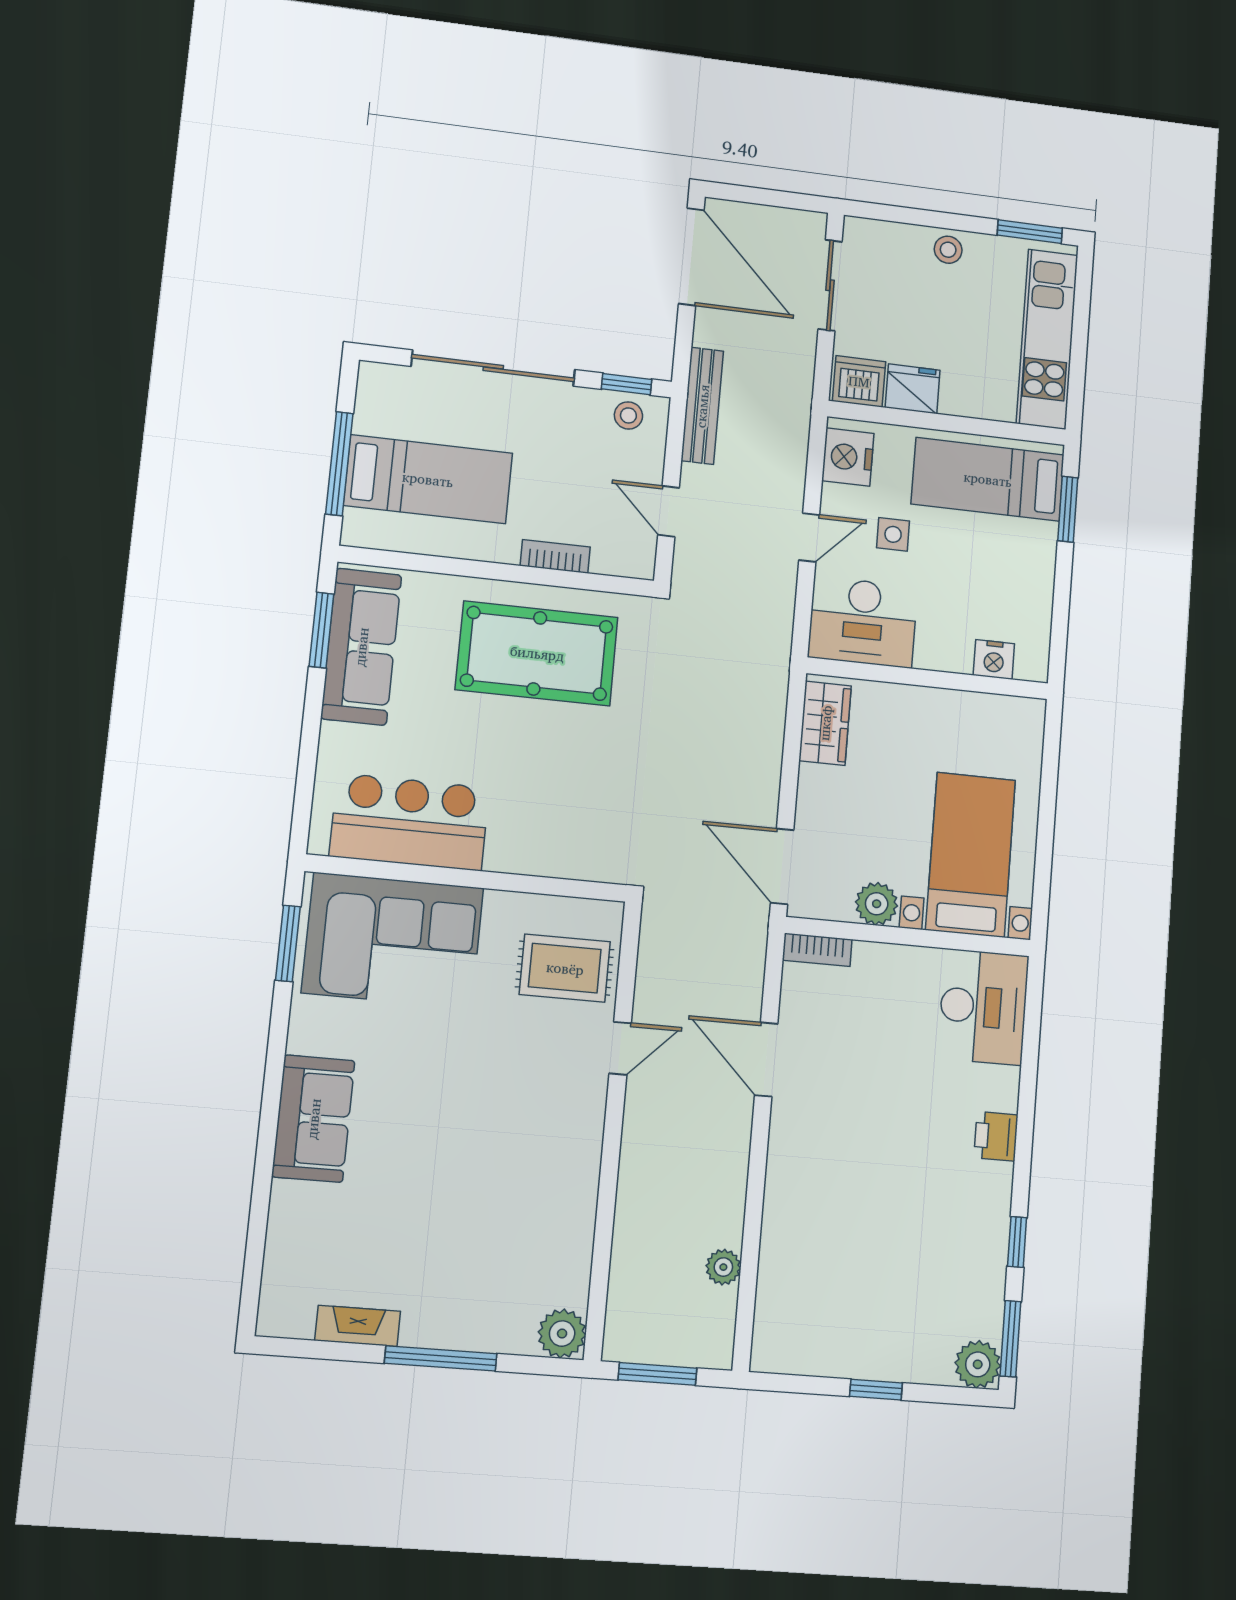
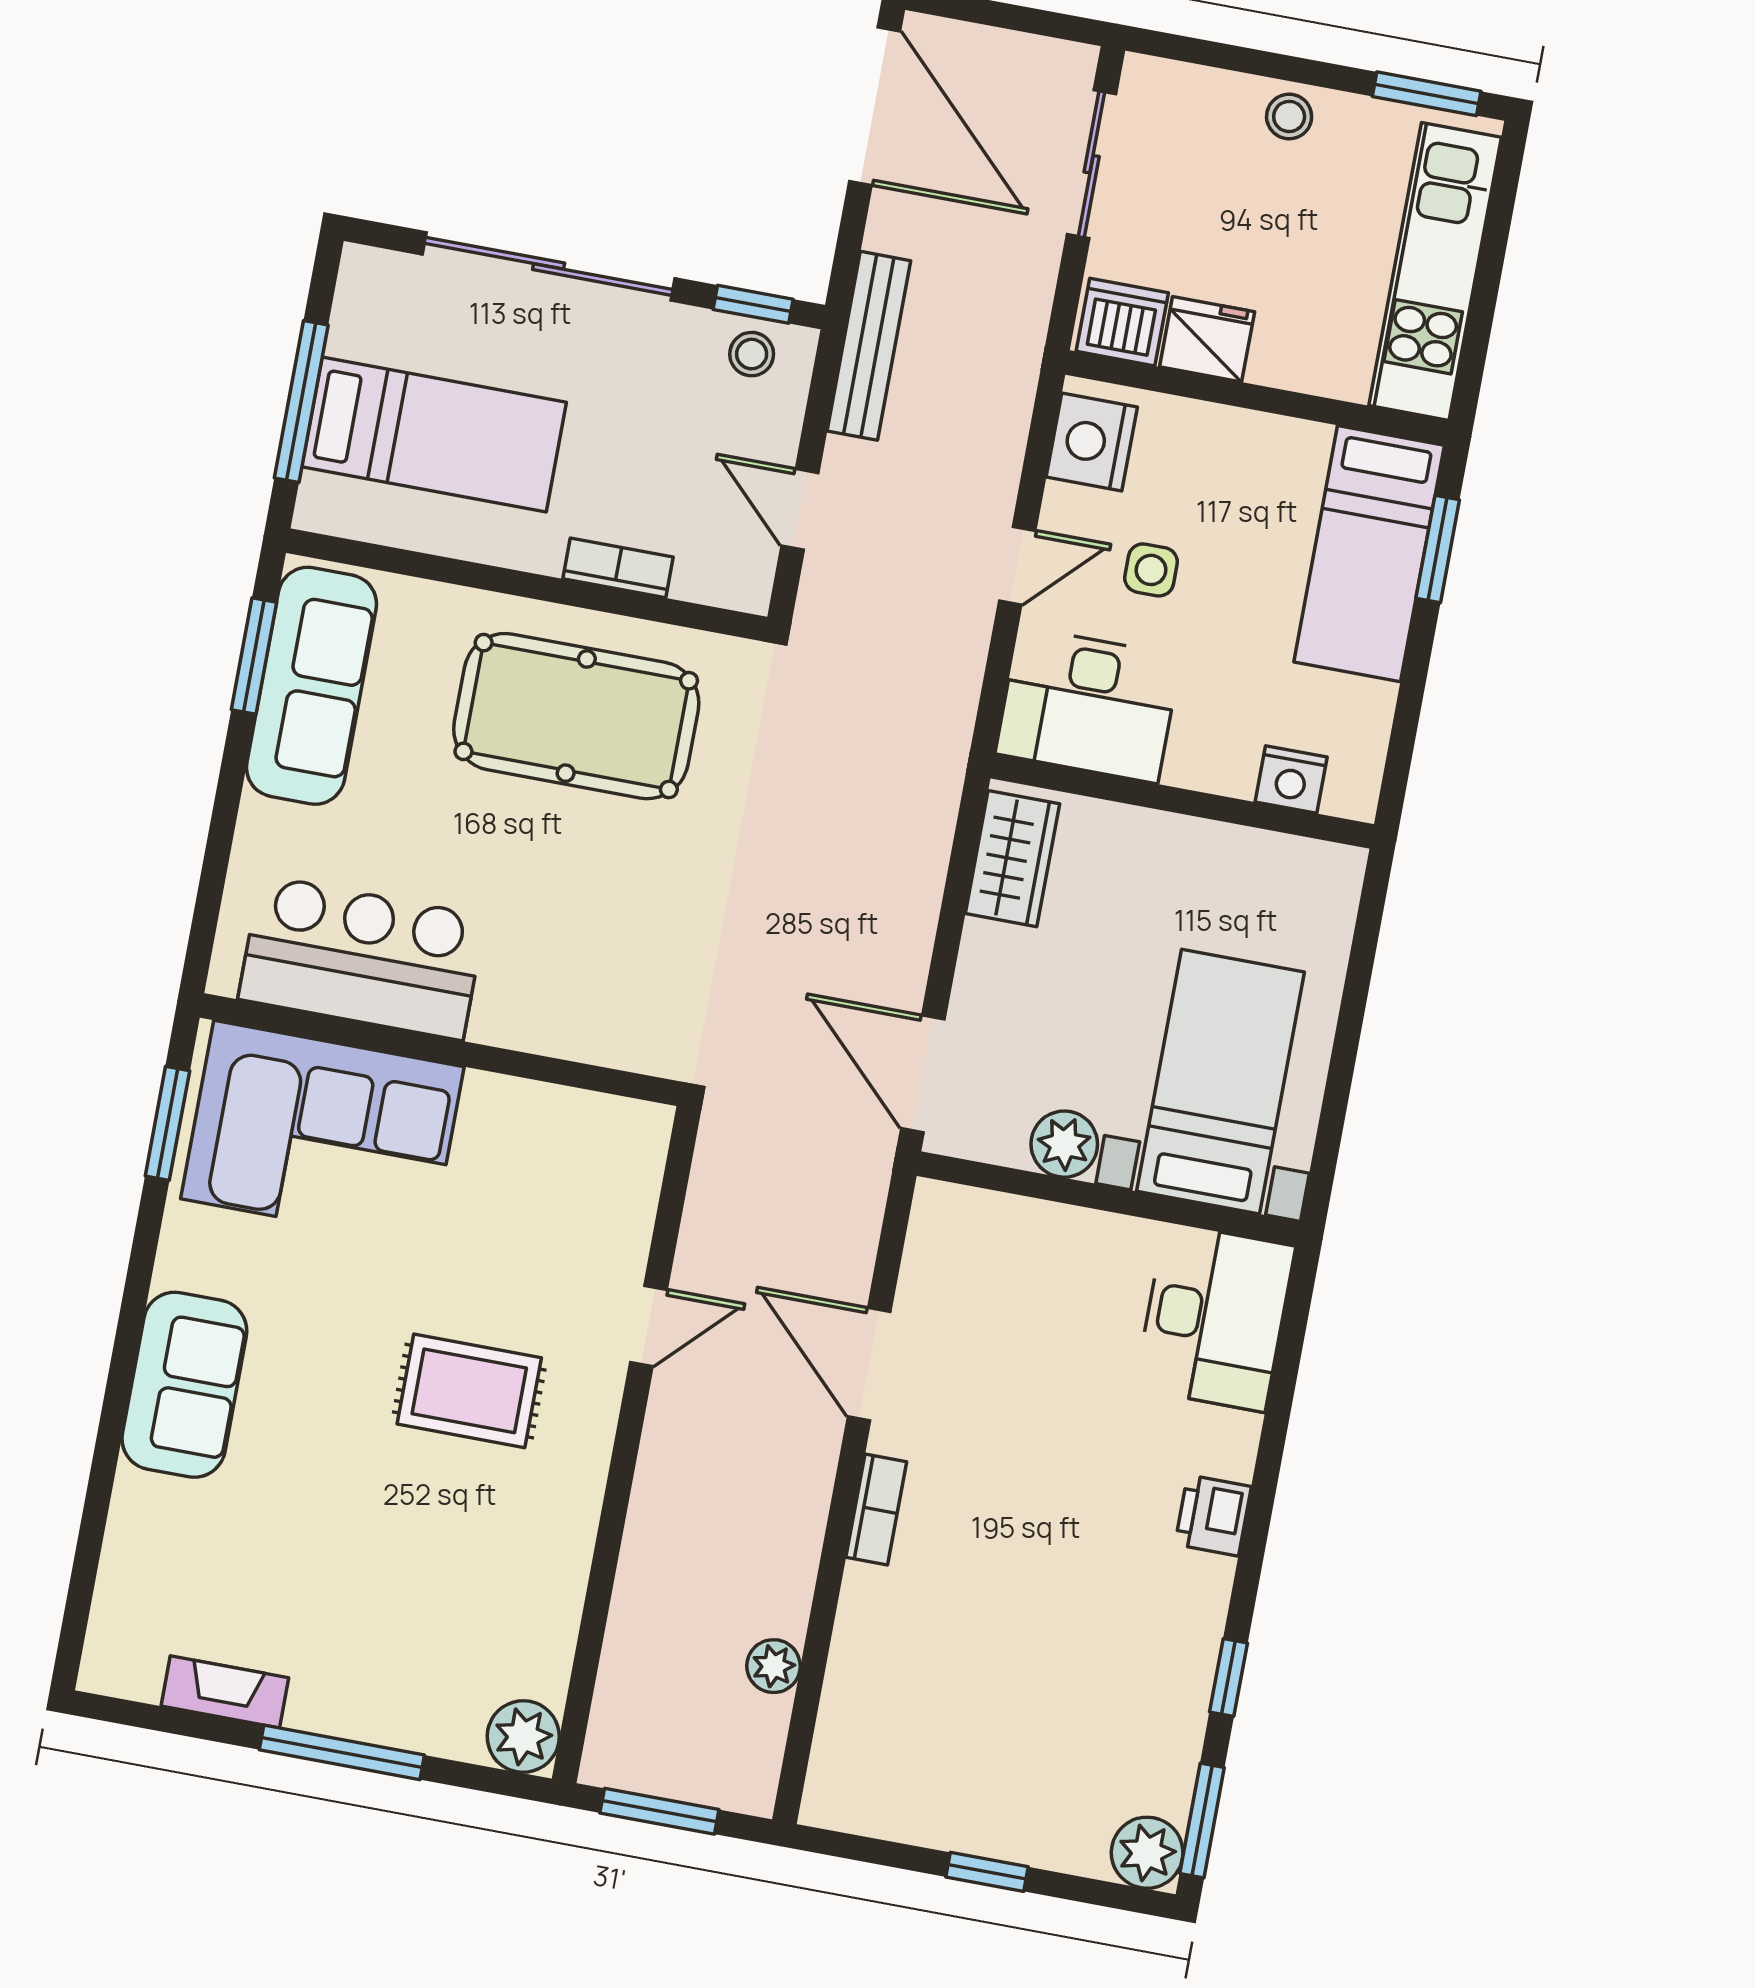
bed: (988, 479) -> (1369, 554), moved, turned -90
bookcase: (817, 950) -> (876, 1510), moved, turned -90
rug: (565, 968) -> (469, 1391), moved

